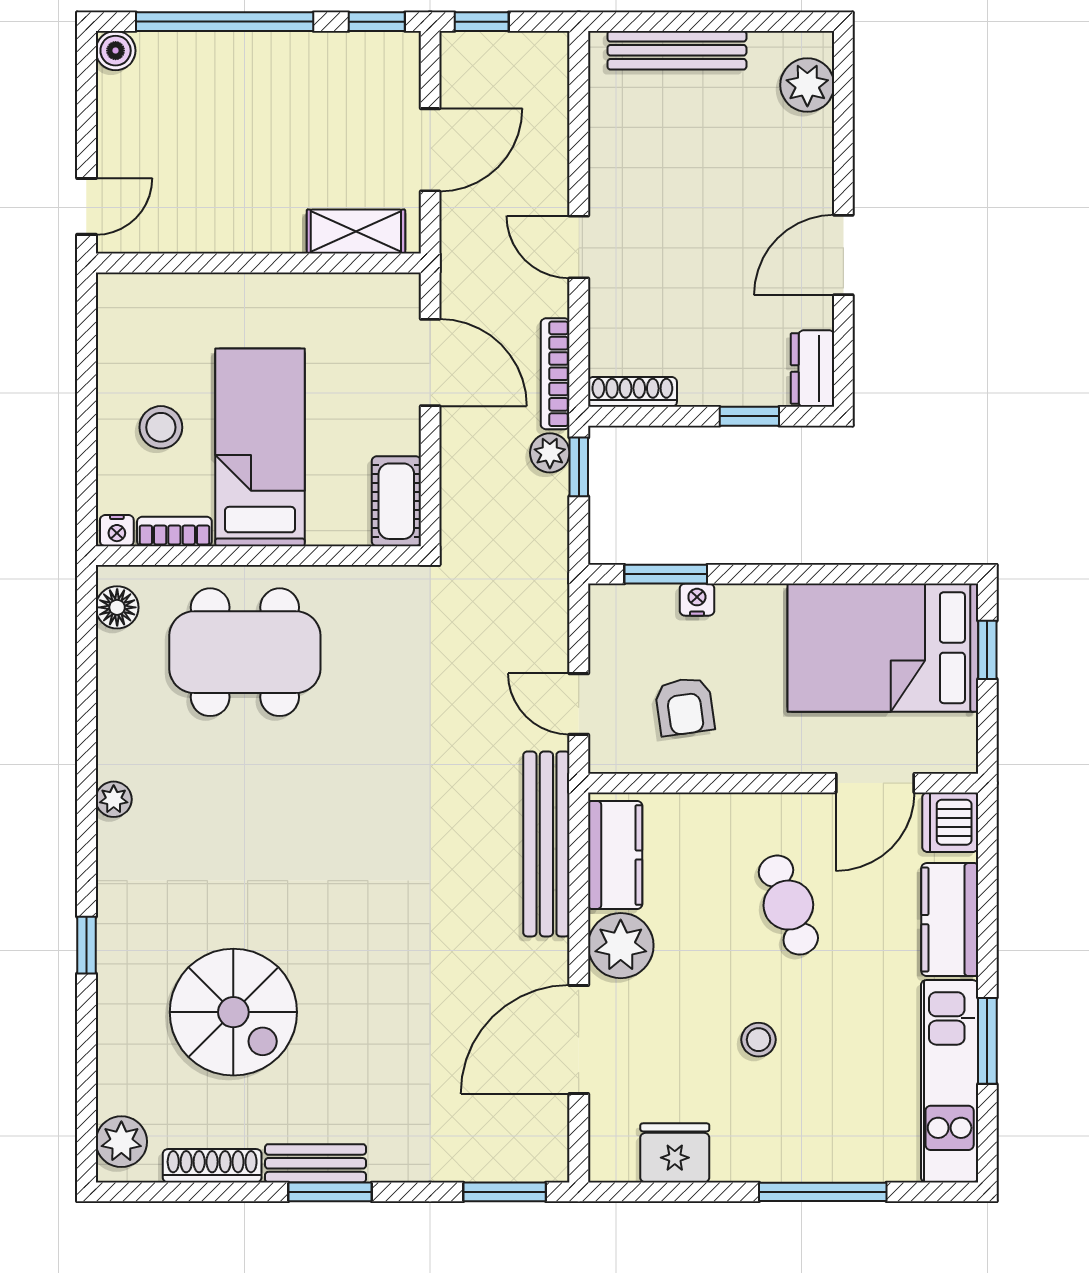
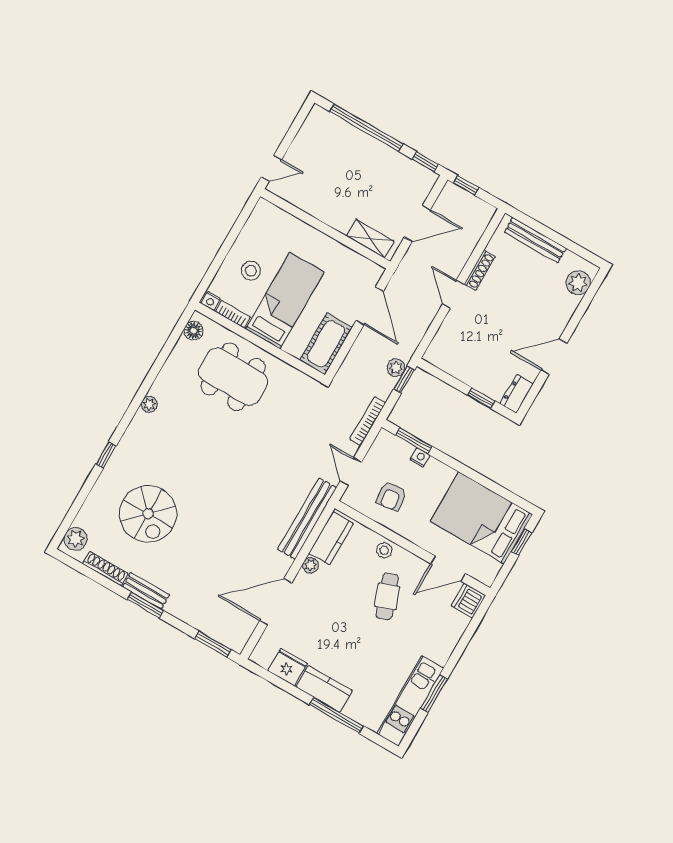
boiler: (116, 51) -> (318, 115), removed
bookcase: (555, 374) -> (368, 421), moved
shoe rack: (632, 392) -> (480, 270), moved, turned 90
cot: (396, 501) -> (326, 344), width x1.37, depth x1.34
kitchen counter: (950, 920) -> (324, 689), moved, turned 90
plant: (621, 946) -> (311, 565), width x0.53, depth x0.53
stool: (759, 1040) -> (384, 550), moved

